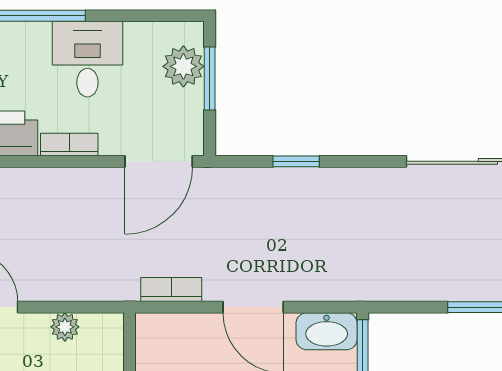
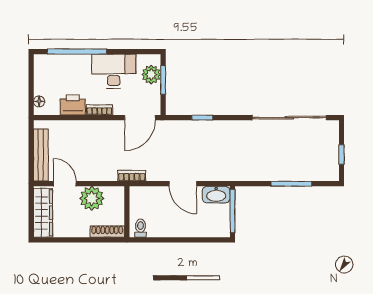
desk: (87, 59) -> (114, 71), width x1.37
bookcase: (171, 289) -> (132, 176), moved
plant: (65, 327) -> (92, 198), width x1.87, depth x1.87

